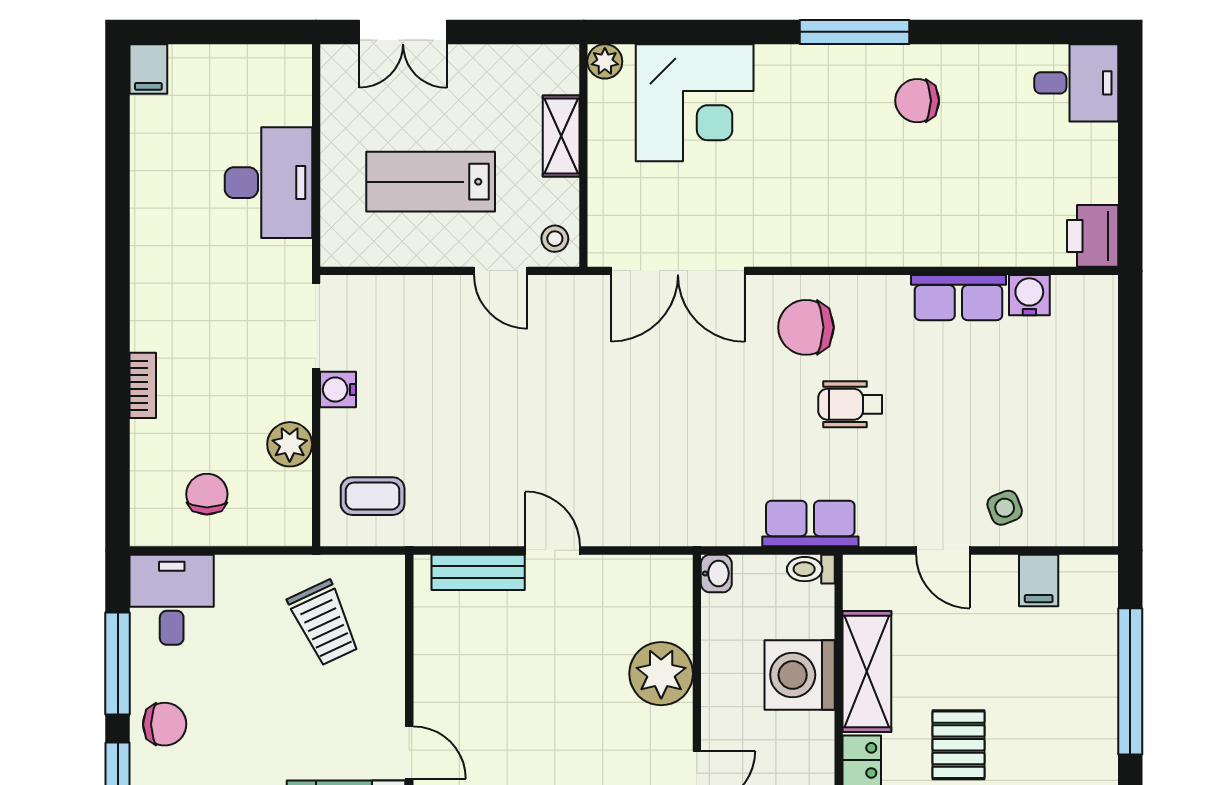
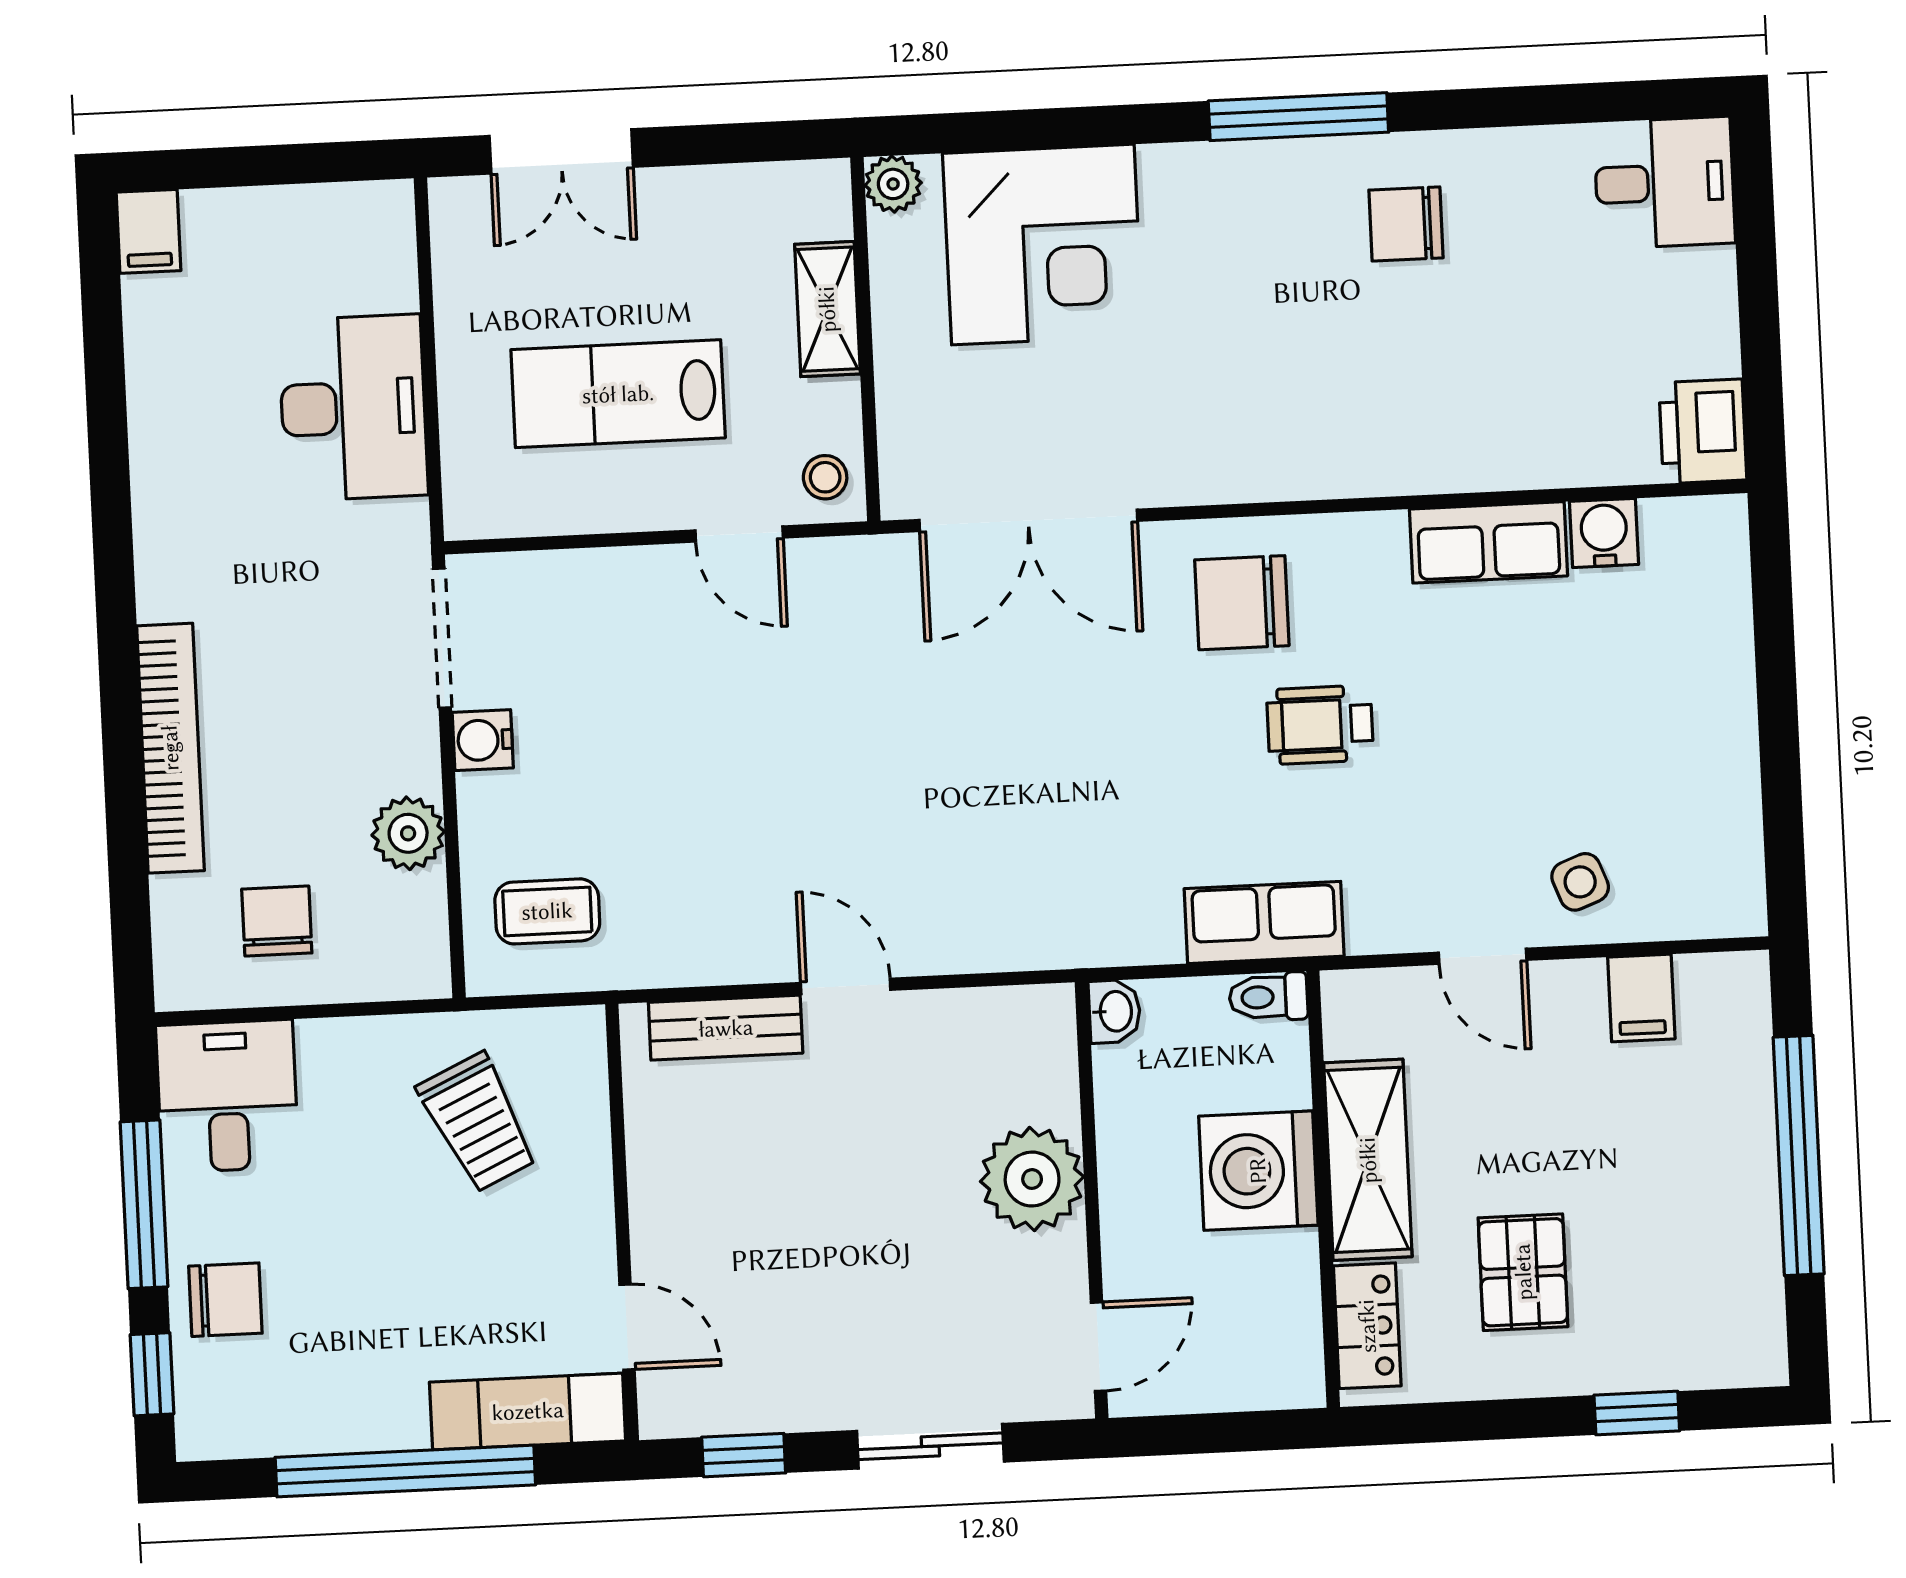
bookcase: (143, 385) -> (170, 748), width x2.31, depth x1.31

